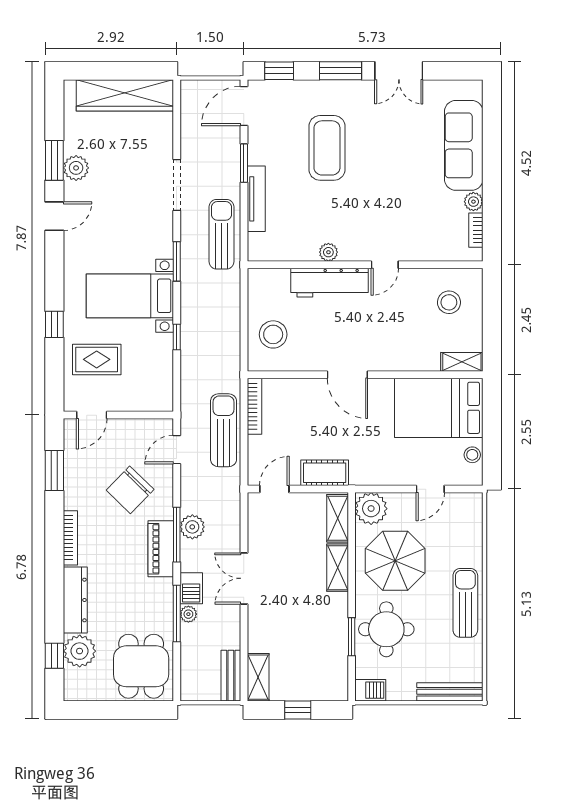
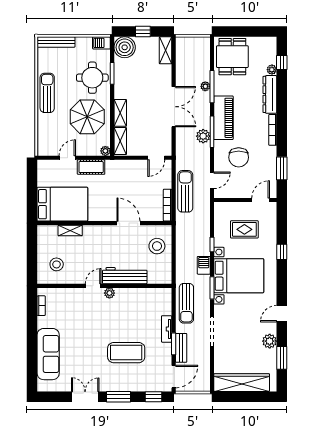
coffee table: (327, 148) -> (126, 353), turned 90
window: (54, 160) -> (282, 358), moved
tv unit: (256, 199) -> (167, 329), width x0.71
plant: (473, 202) -> (43, 322), removed
plant: (328, 252) -> (109, 293), moved
bed with nightstands: (130, 296) -> (239, 276), width x1.36
rug: (97, 359) -> (244, 229), moved
shelving: (462, 362) -> (70, 230), moved
door: (347, 375) -> (129, 223), moved
sun lounger: (224, 430) -> (185, 191), turned 180
stool: (472, 455) -> (43, 177), removed
cot: (325, 473) -> (91, 167), moved
chair: (130, 490) -> (239, 157), turned 136
plant: (371, 509) -> (105, 151), width x0.53, depth x0.53
piano: (161, 549) -> (223, 118), width x1.37, depth x1.33
double door: (244, 578) -> (174, 107), width x1.37
barbecue: (191, 588) -> (204, 265), moved
sun lounger: (465, 603) -> (47, 93), turned 180
plant: (80, 651) -> (272, 70), width x0.53, depth x0.53
bench: (231, 676) -> (181, 348), moved
boiler: (330, 683) -> (125, 47), added

